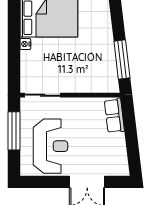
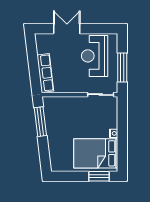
row of seats: (114, 116) -> (45, 73), width x1.48

